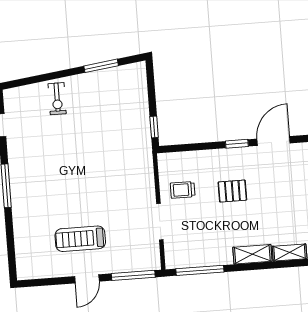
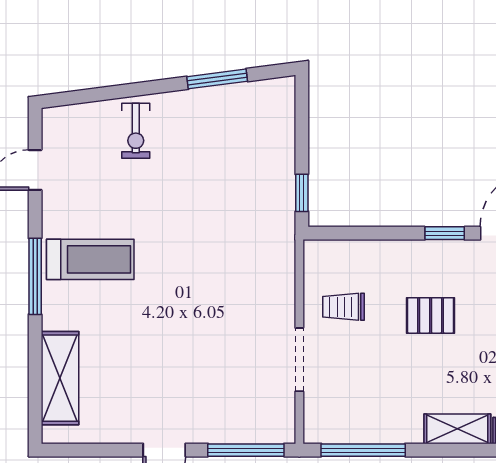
treadmill: (80, 239) -> (90, 259), moved, turned 180
shelving: (25, 242) -> (60, 378), added

